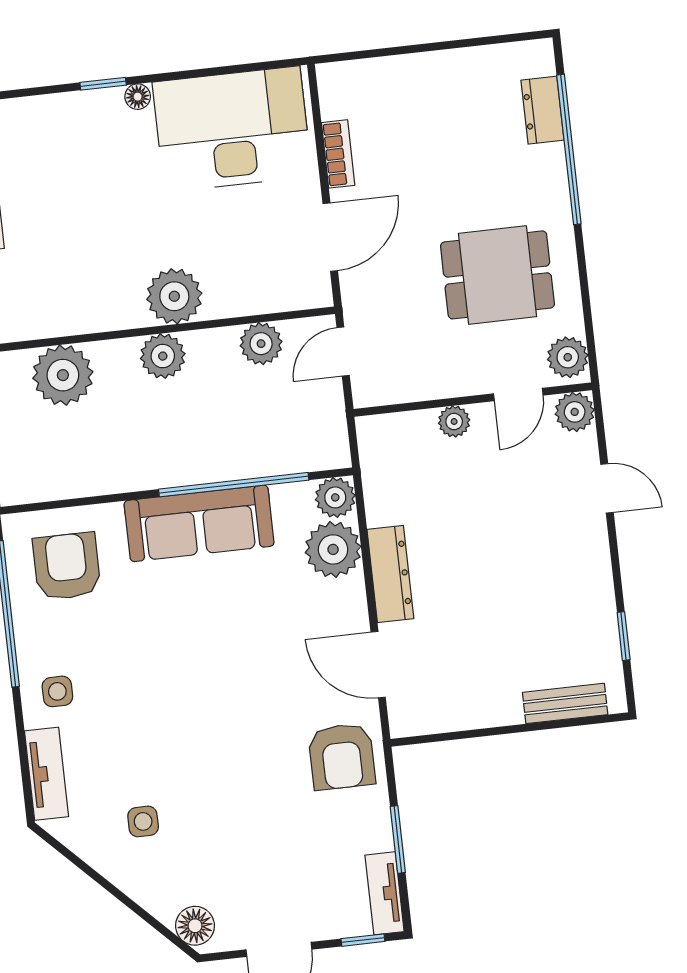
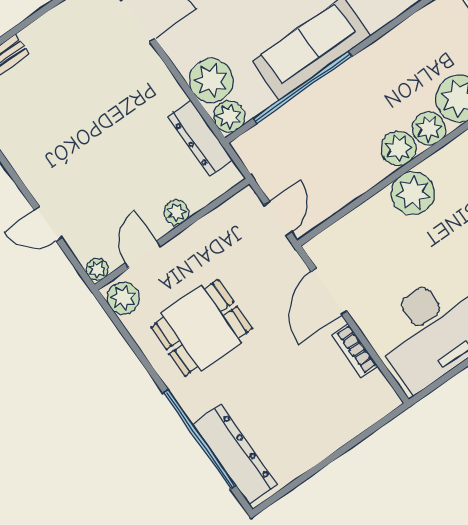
dresser: (542, 110) -> (235, 454), width x1.96, depth x1.24
plant: (261, 344) -> (429, 129), moved
plant: (575, 412) -> (97, 269), width x0.73, depth x0.73
dresser: (390, 574) -> (200, 138), moved

